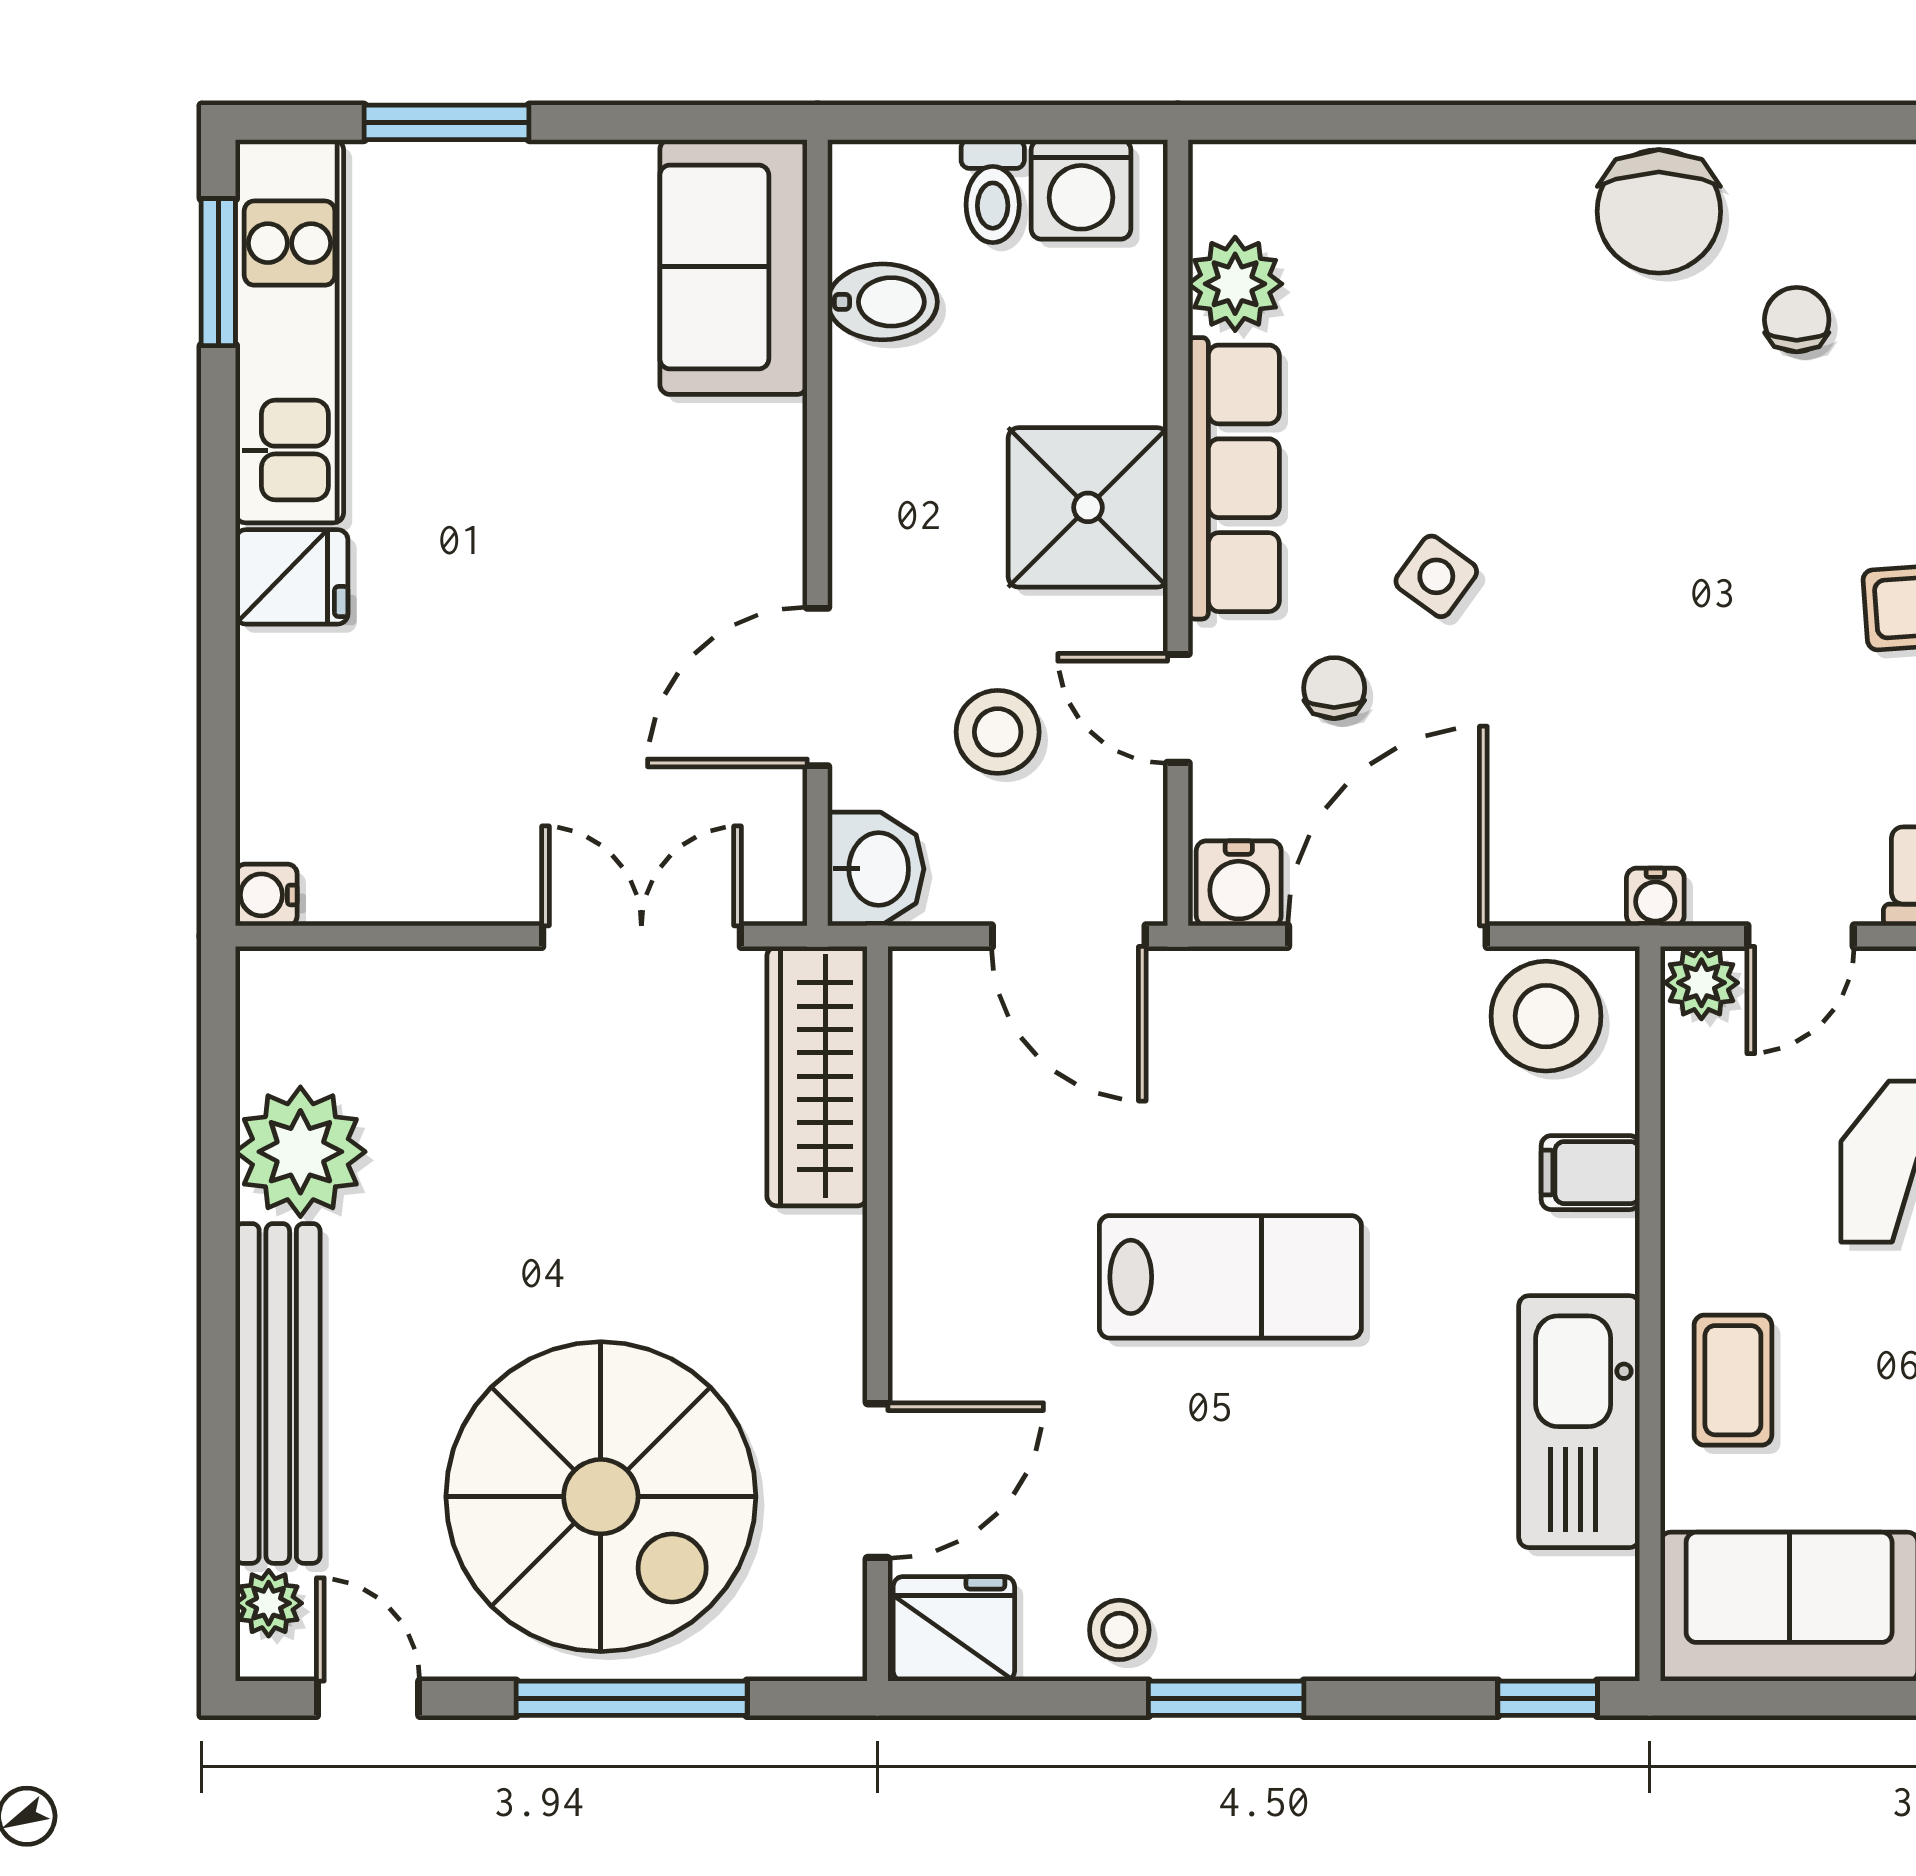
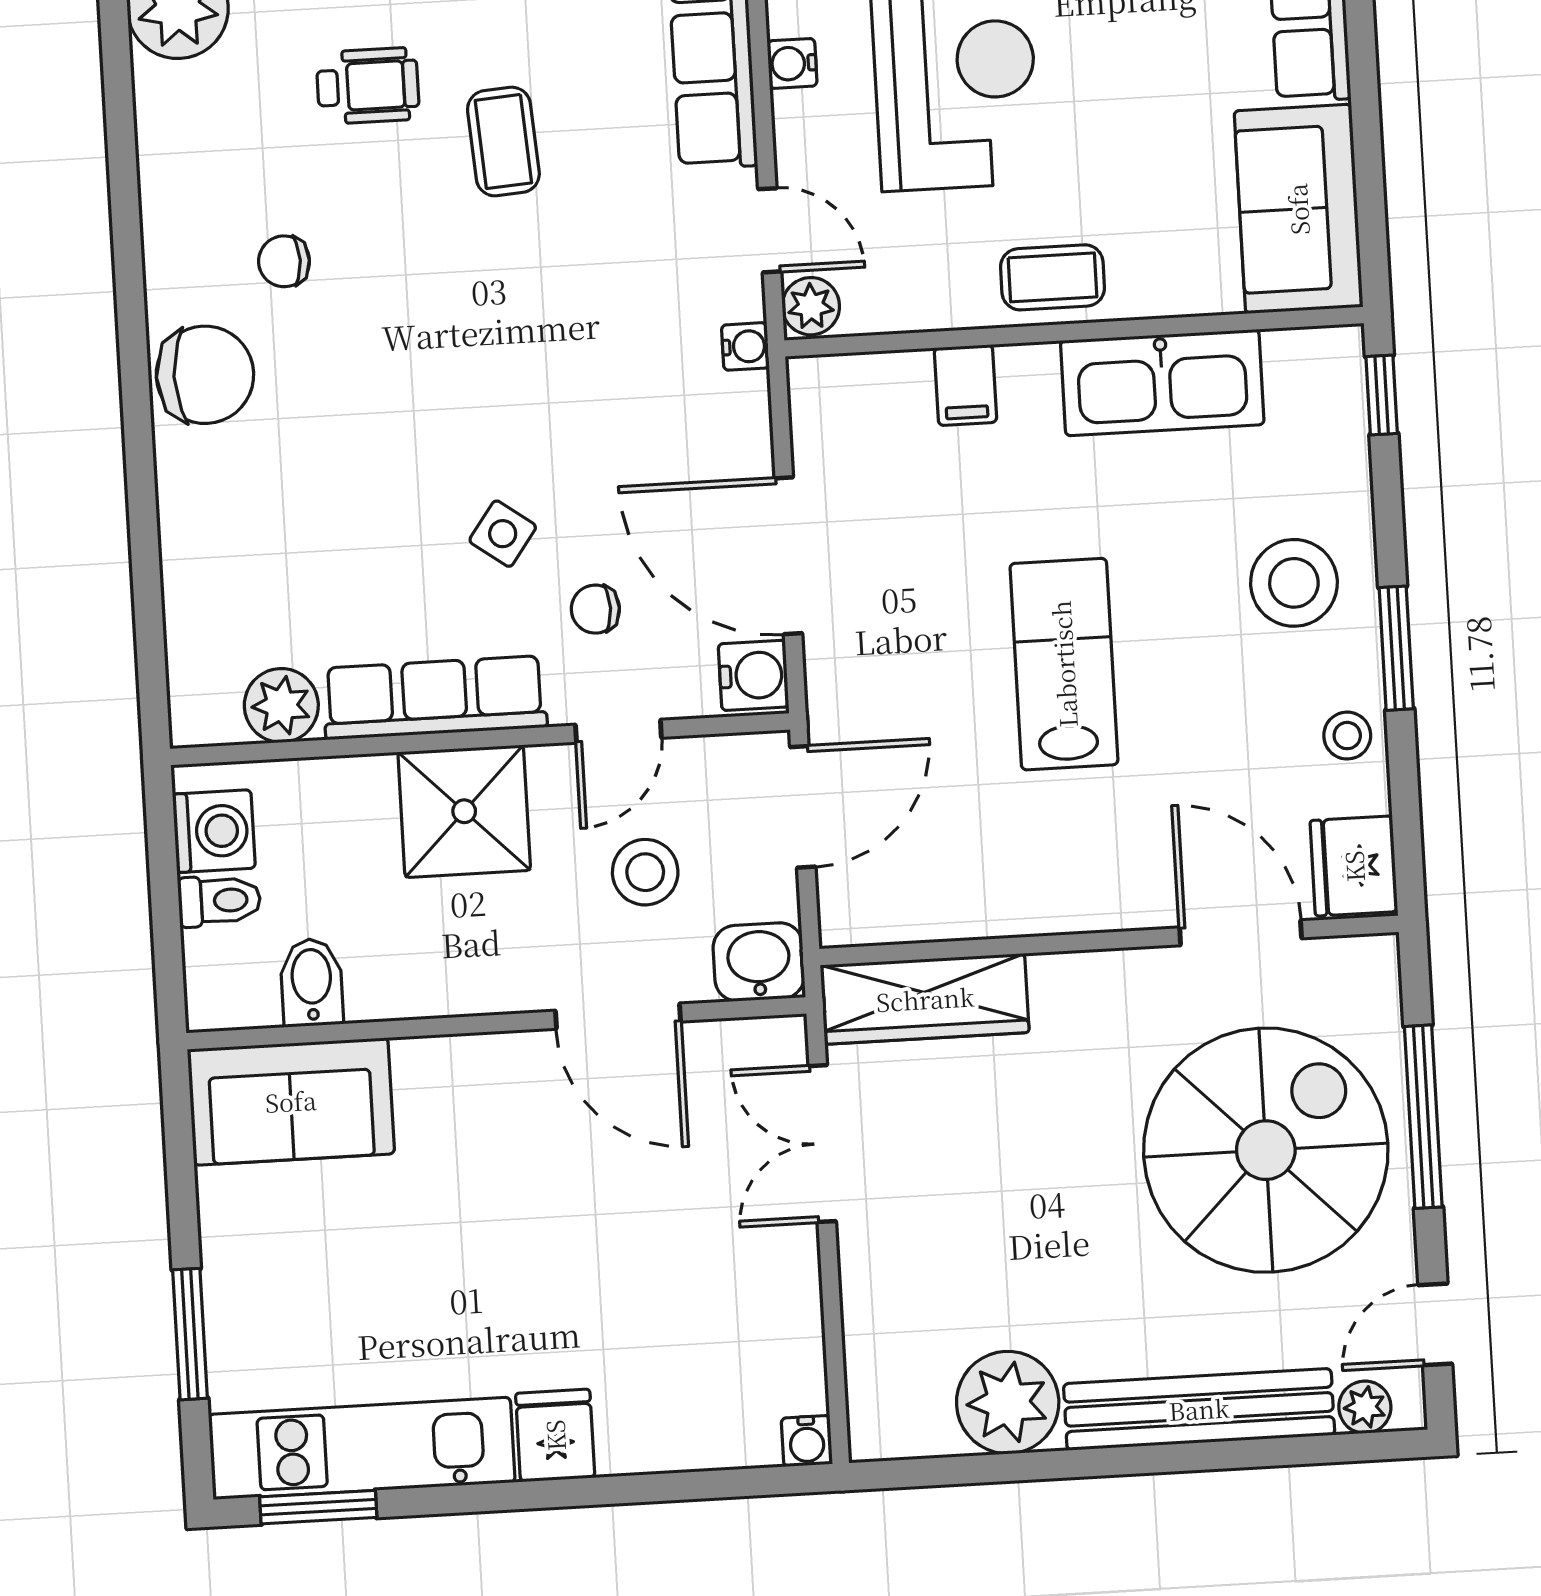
stool: (1546, 1016) -> (1294, 583), moved
coffee table: (1733, 1380) -> (1053, 277), moved

